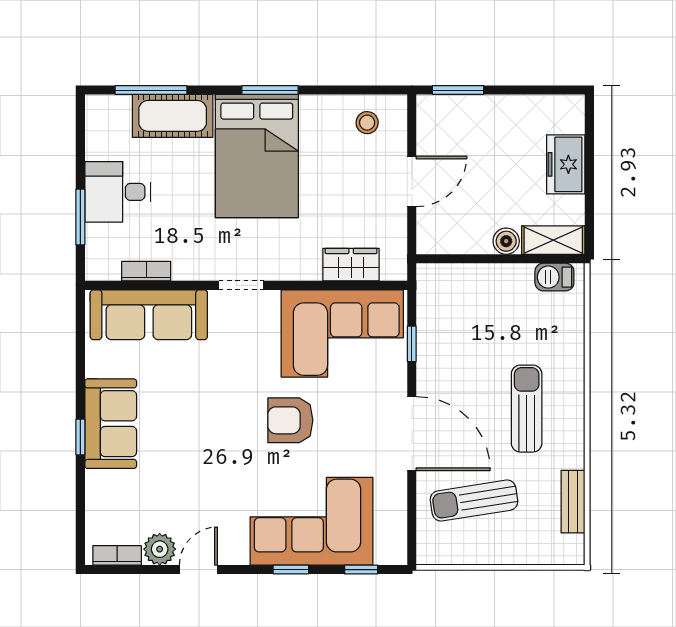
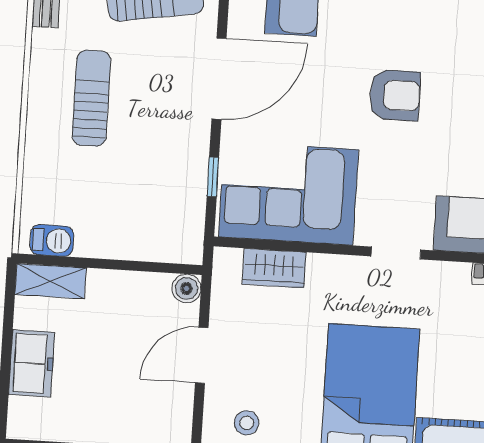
boiler: (506, 241) -> (187, 288), moved
sun lounger: (527, 409) -> (91, 98), turned 180
armchair: (290, 420) -> (395, 95), moved
door: (412, 434) -> (219, 79), swing flipped

